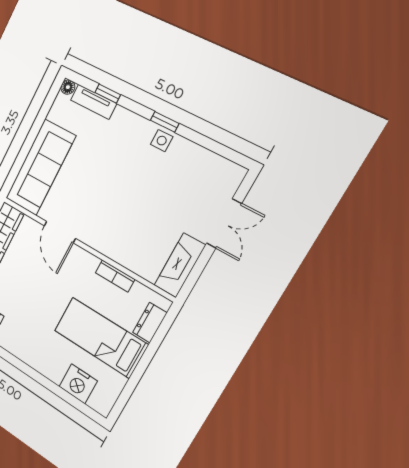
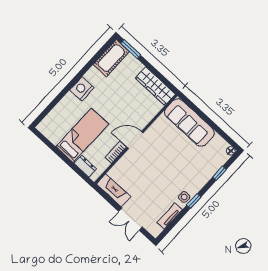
tv unit: (94, 102) -> (170, 216), moved
door: (60, 232) -> (135, 140), moved
nightstand: (78, 384) -> (82, 89), moved

